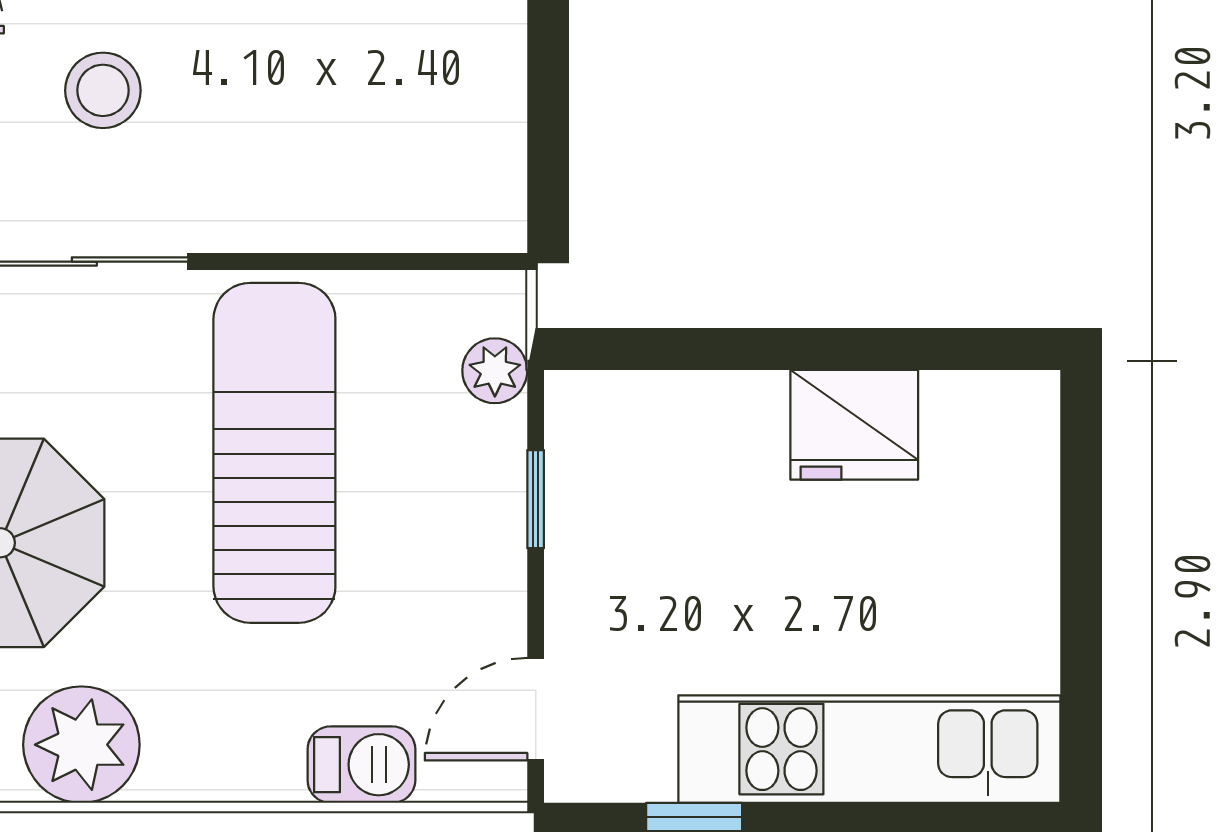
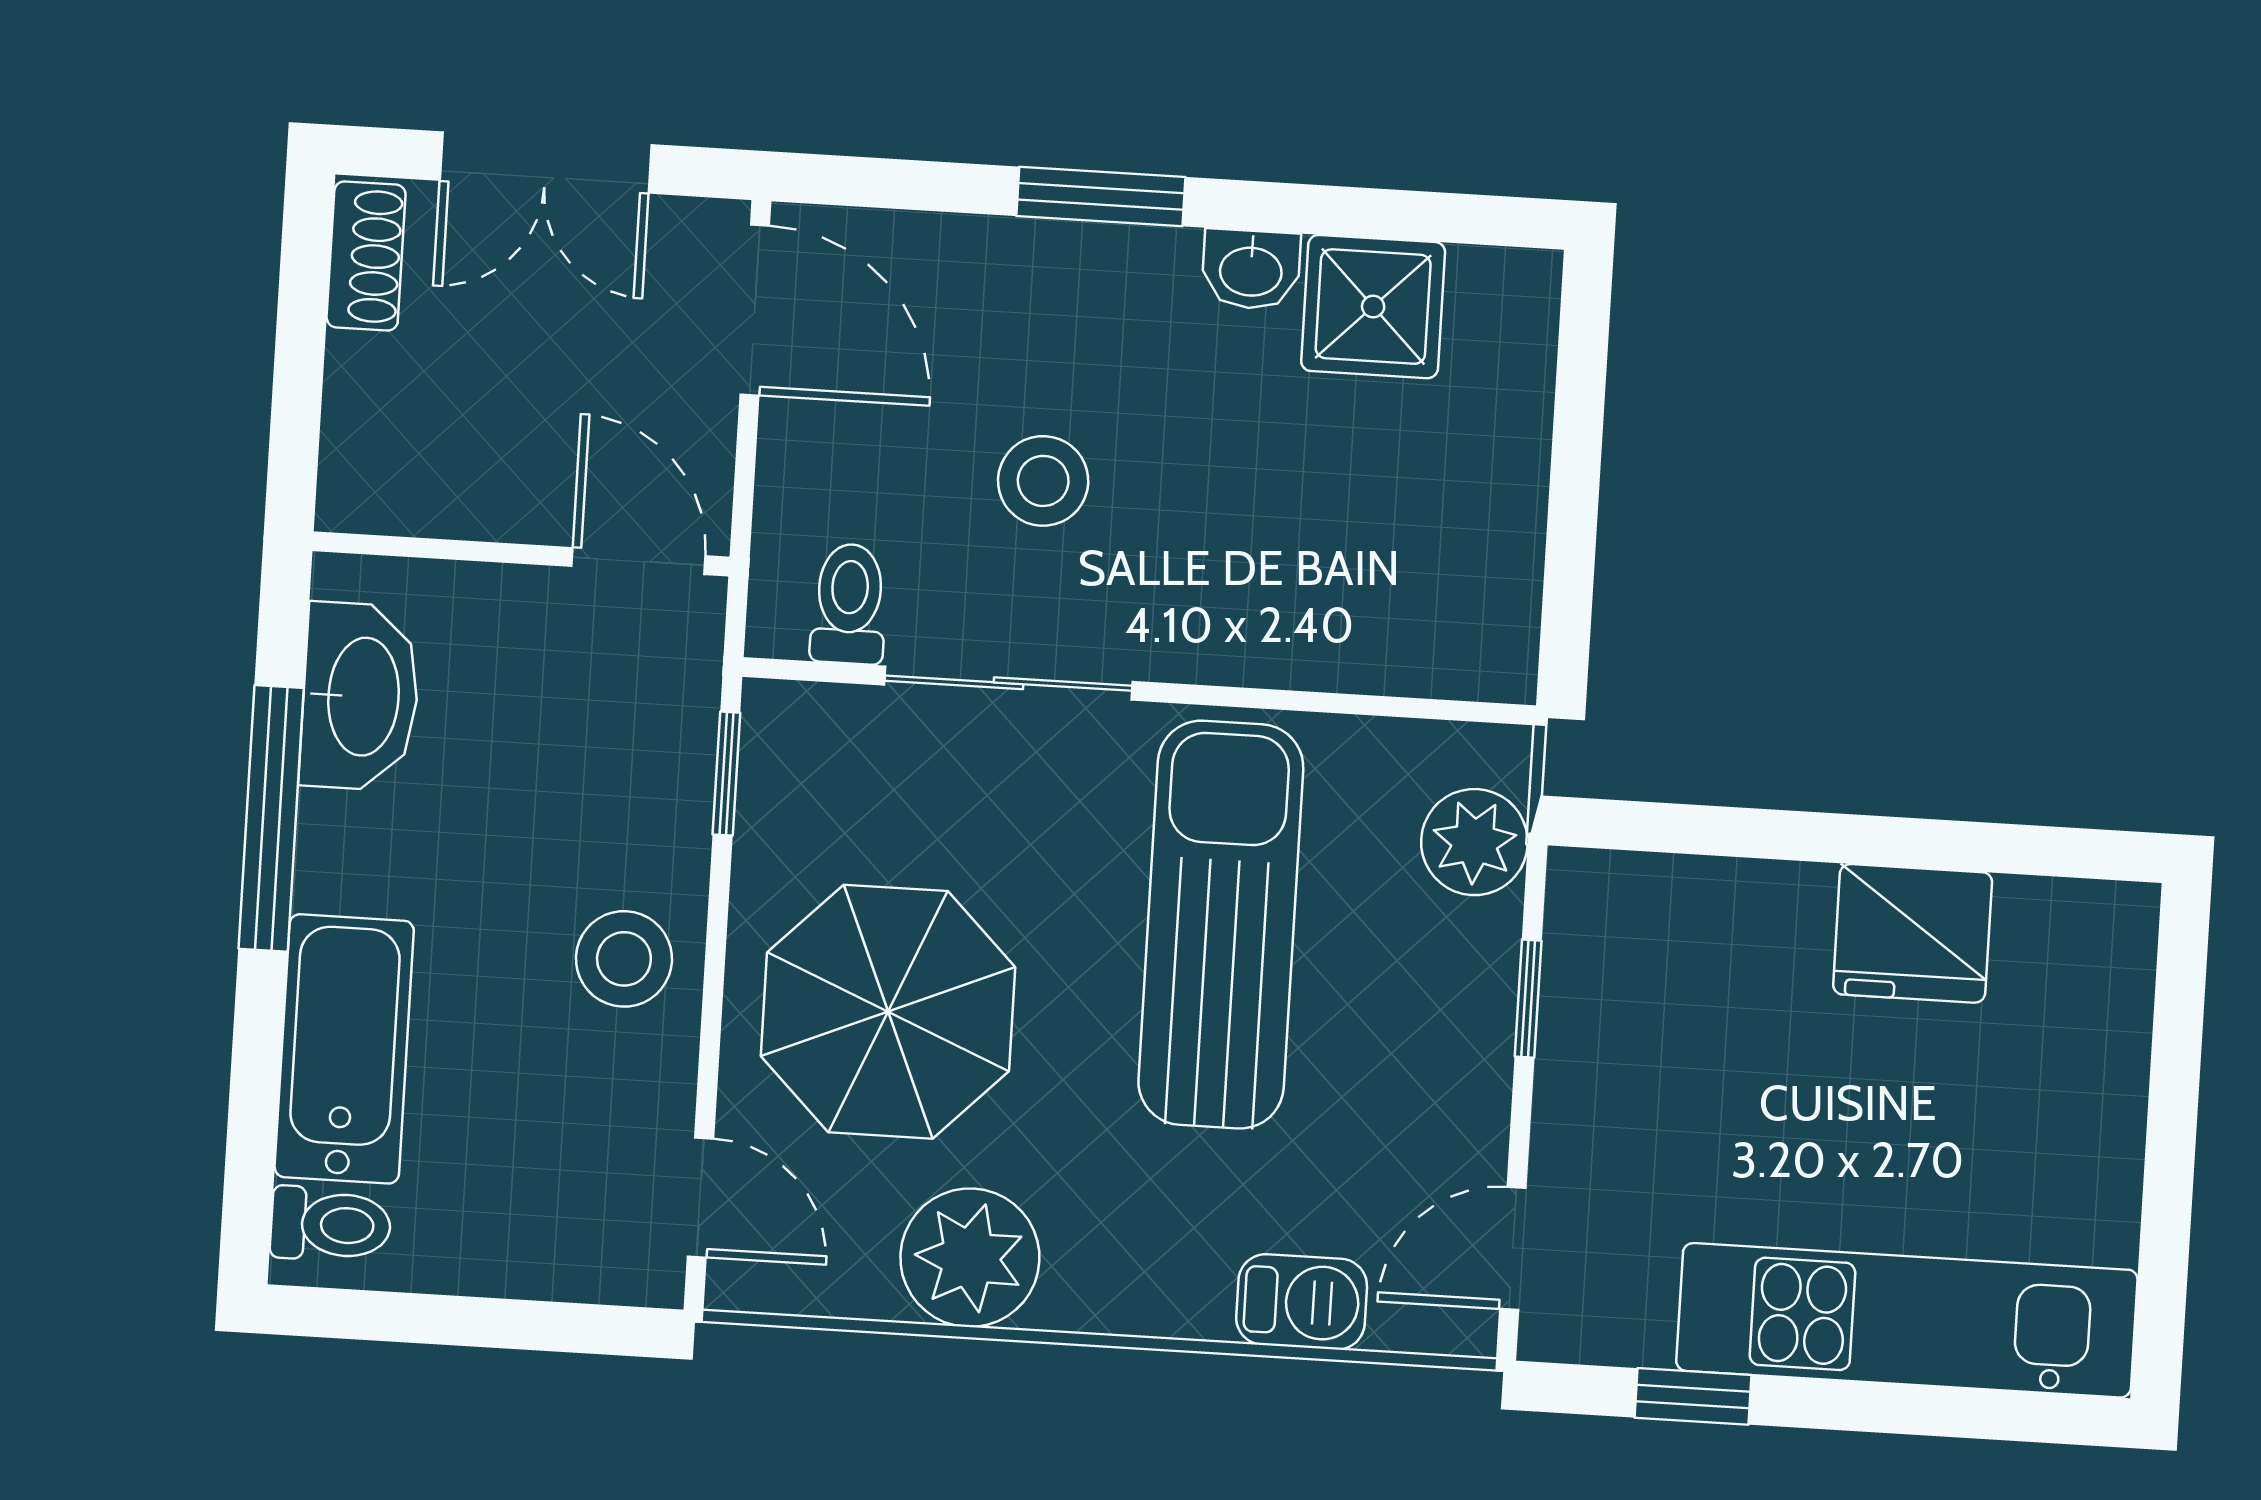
plant: (495, 371) -> (1474, 842), width x1.38, depth x1.38

